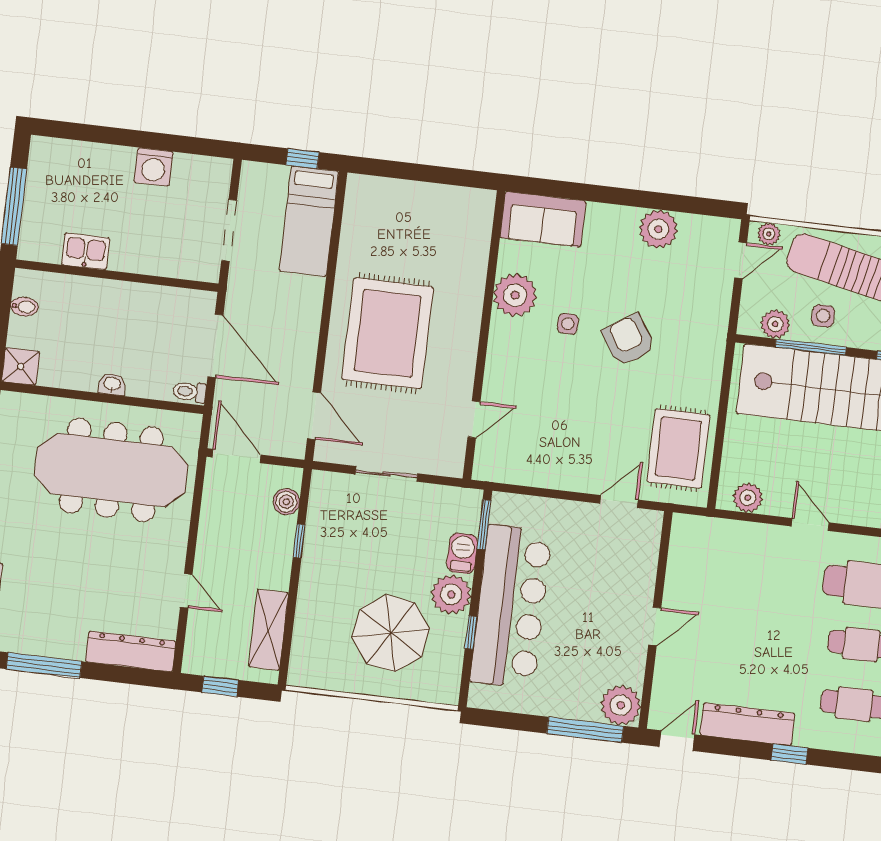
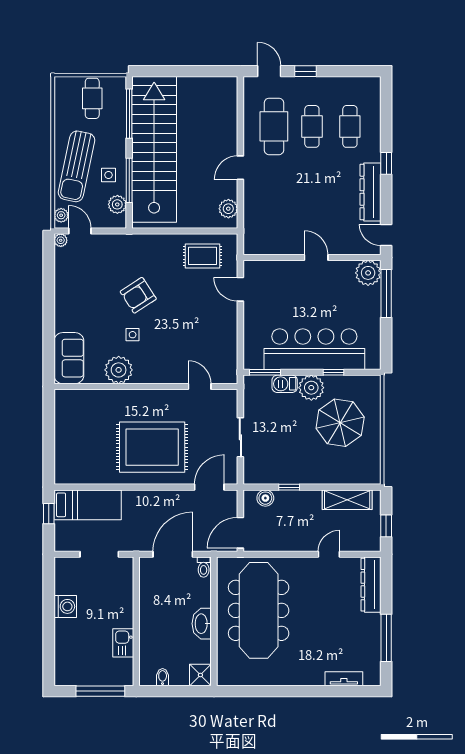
plant: (658, 229) -> (61, 240), moved, width x0.53, depth x0.53
washbasin: (112, 384) -> (202, 624), width x1.91, depth x1.45
rug: (678, 448) -> (203, 256), width x0.73, depth x0.70

